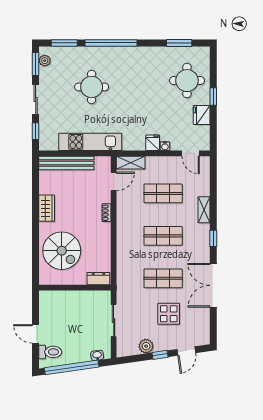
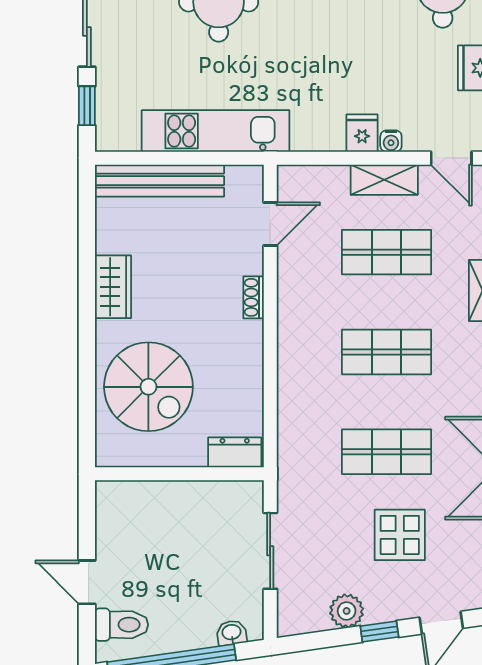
shelving: (131, 163) -> (384, 180), moved

